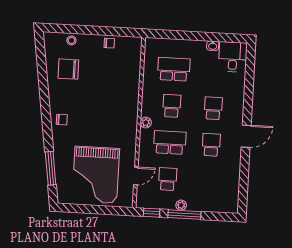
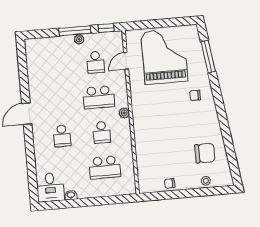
chair: (62, 120) -> (195, 95), moved
school desk: (211, 145) -> (59, 101), removed

